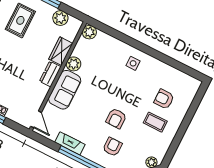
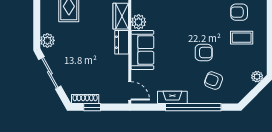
armchair: (116, 118) -> (204, 53), turned -90
armchair: (112, 147) -> (214, 81), turned -69

